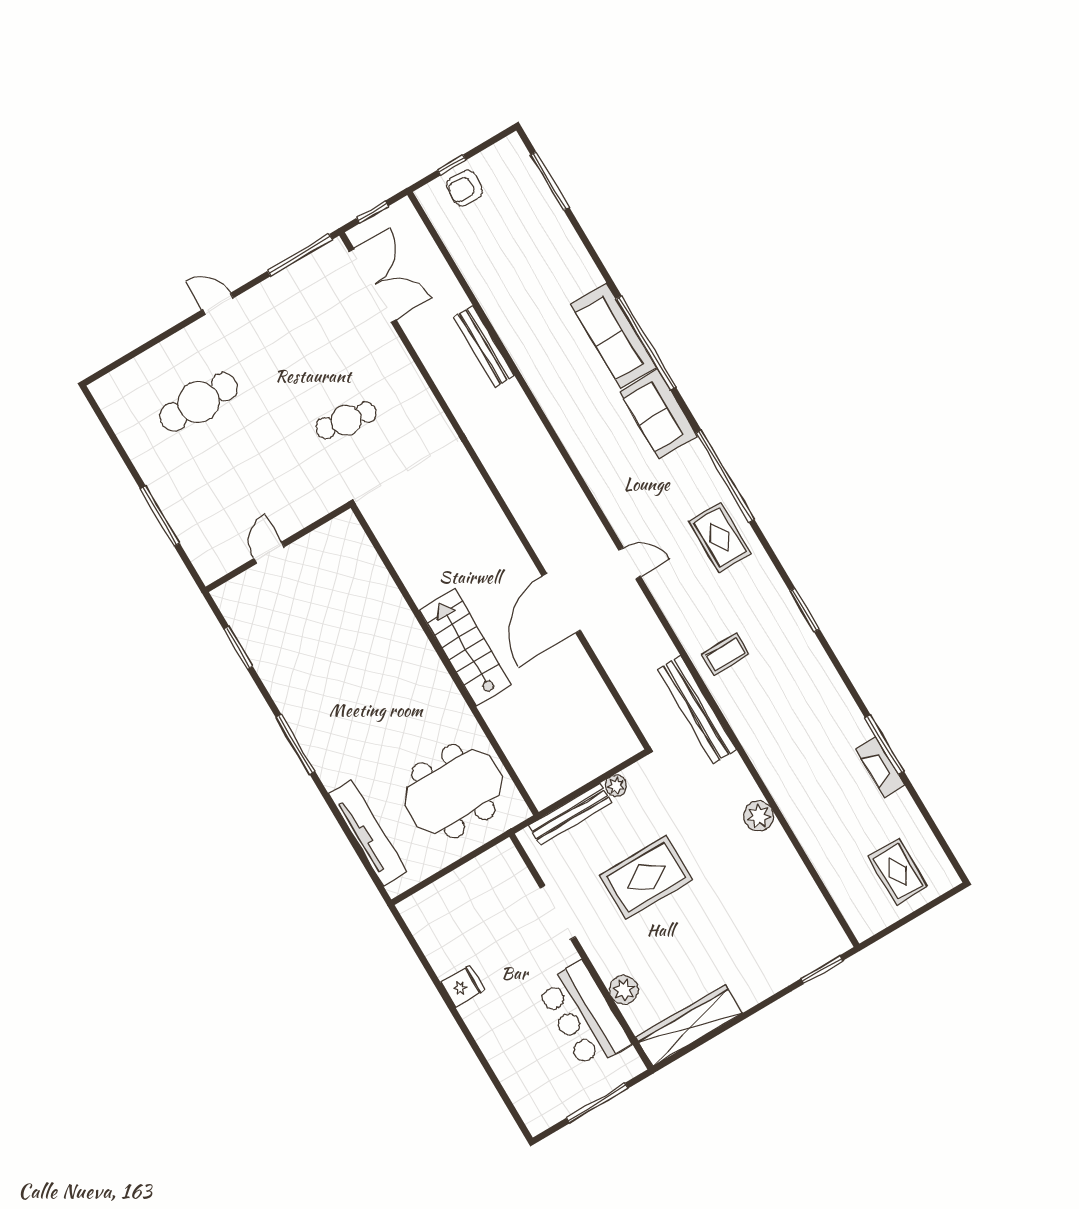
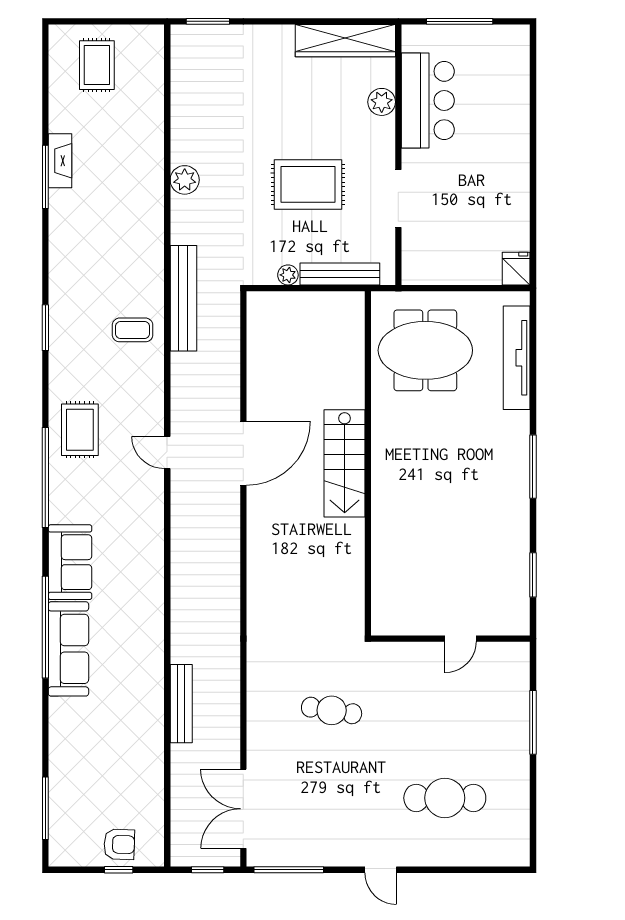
fridge: (463, 986) -> (516, 269), moved, turned 90

